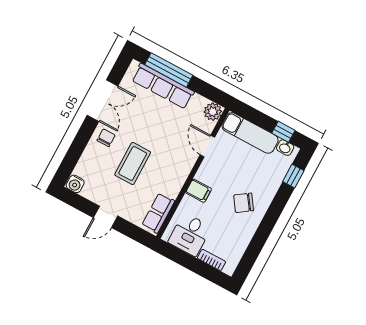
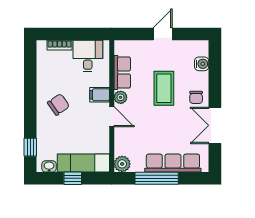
window: (169, 70) -> (157, 178), moved
window: (283, 132) -> (73, 178), moved
door: (207, 146) -> (112, 117), moved
plant: (180, 177) -> (121, 97), added
water cooler: (75, 184) -> (202, 64), moved, turned 90
row of seats: (158, 213) -> (122, 72), moved

